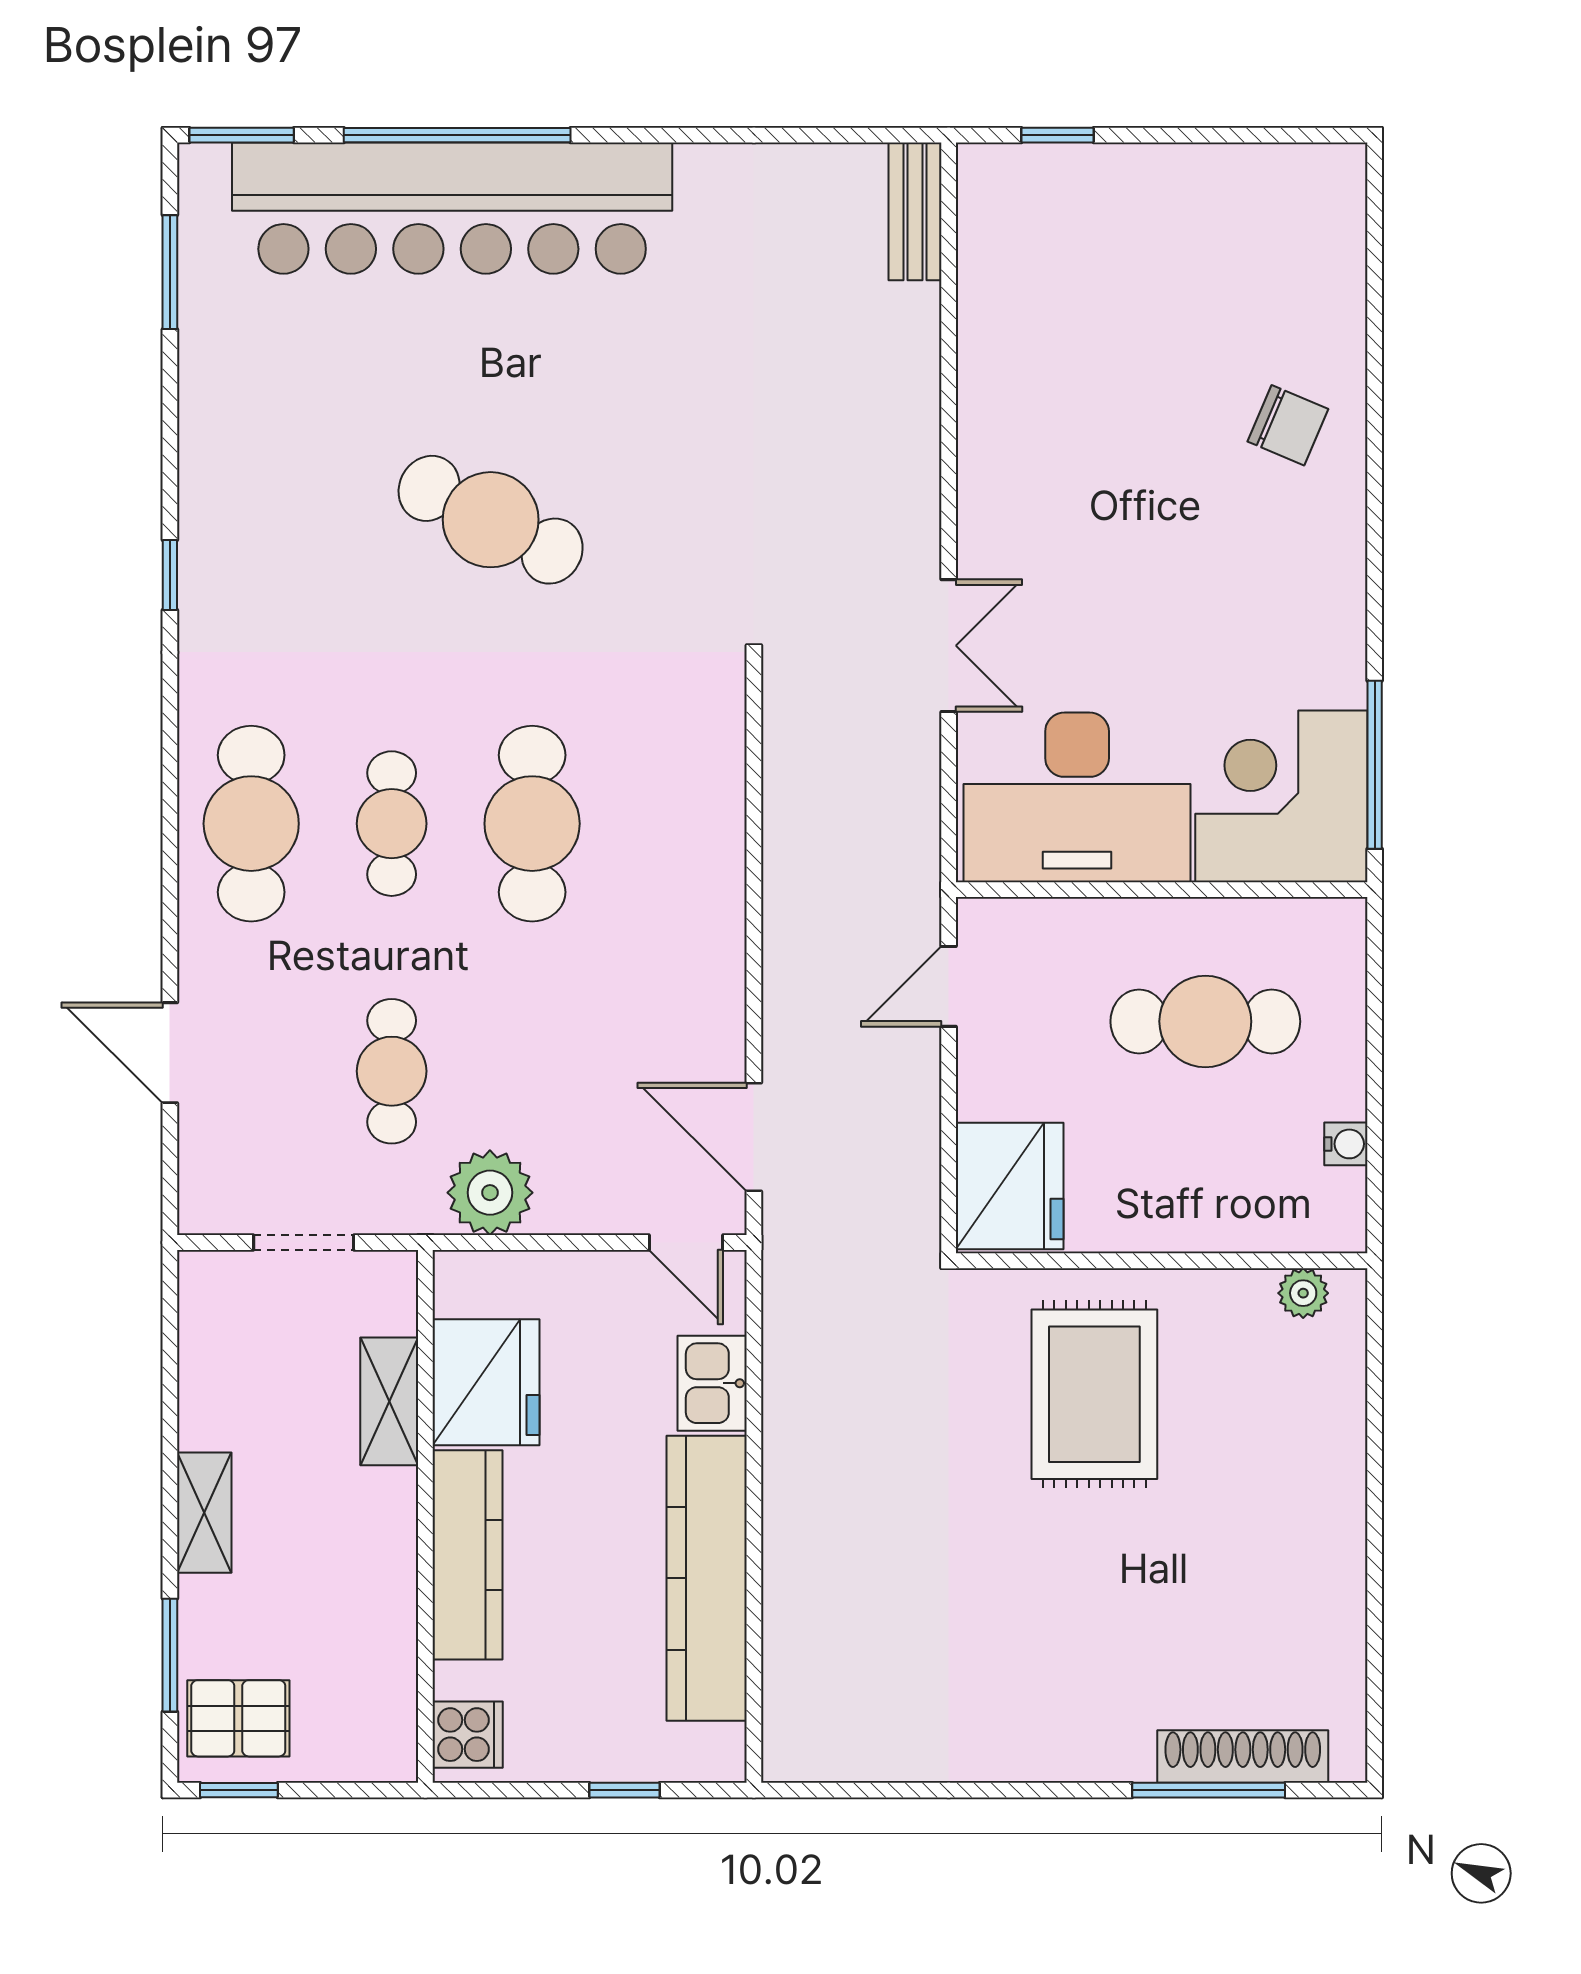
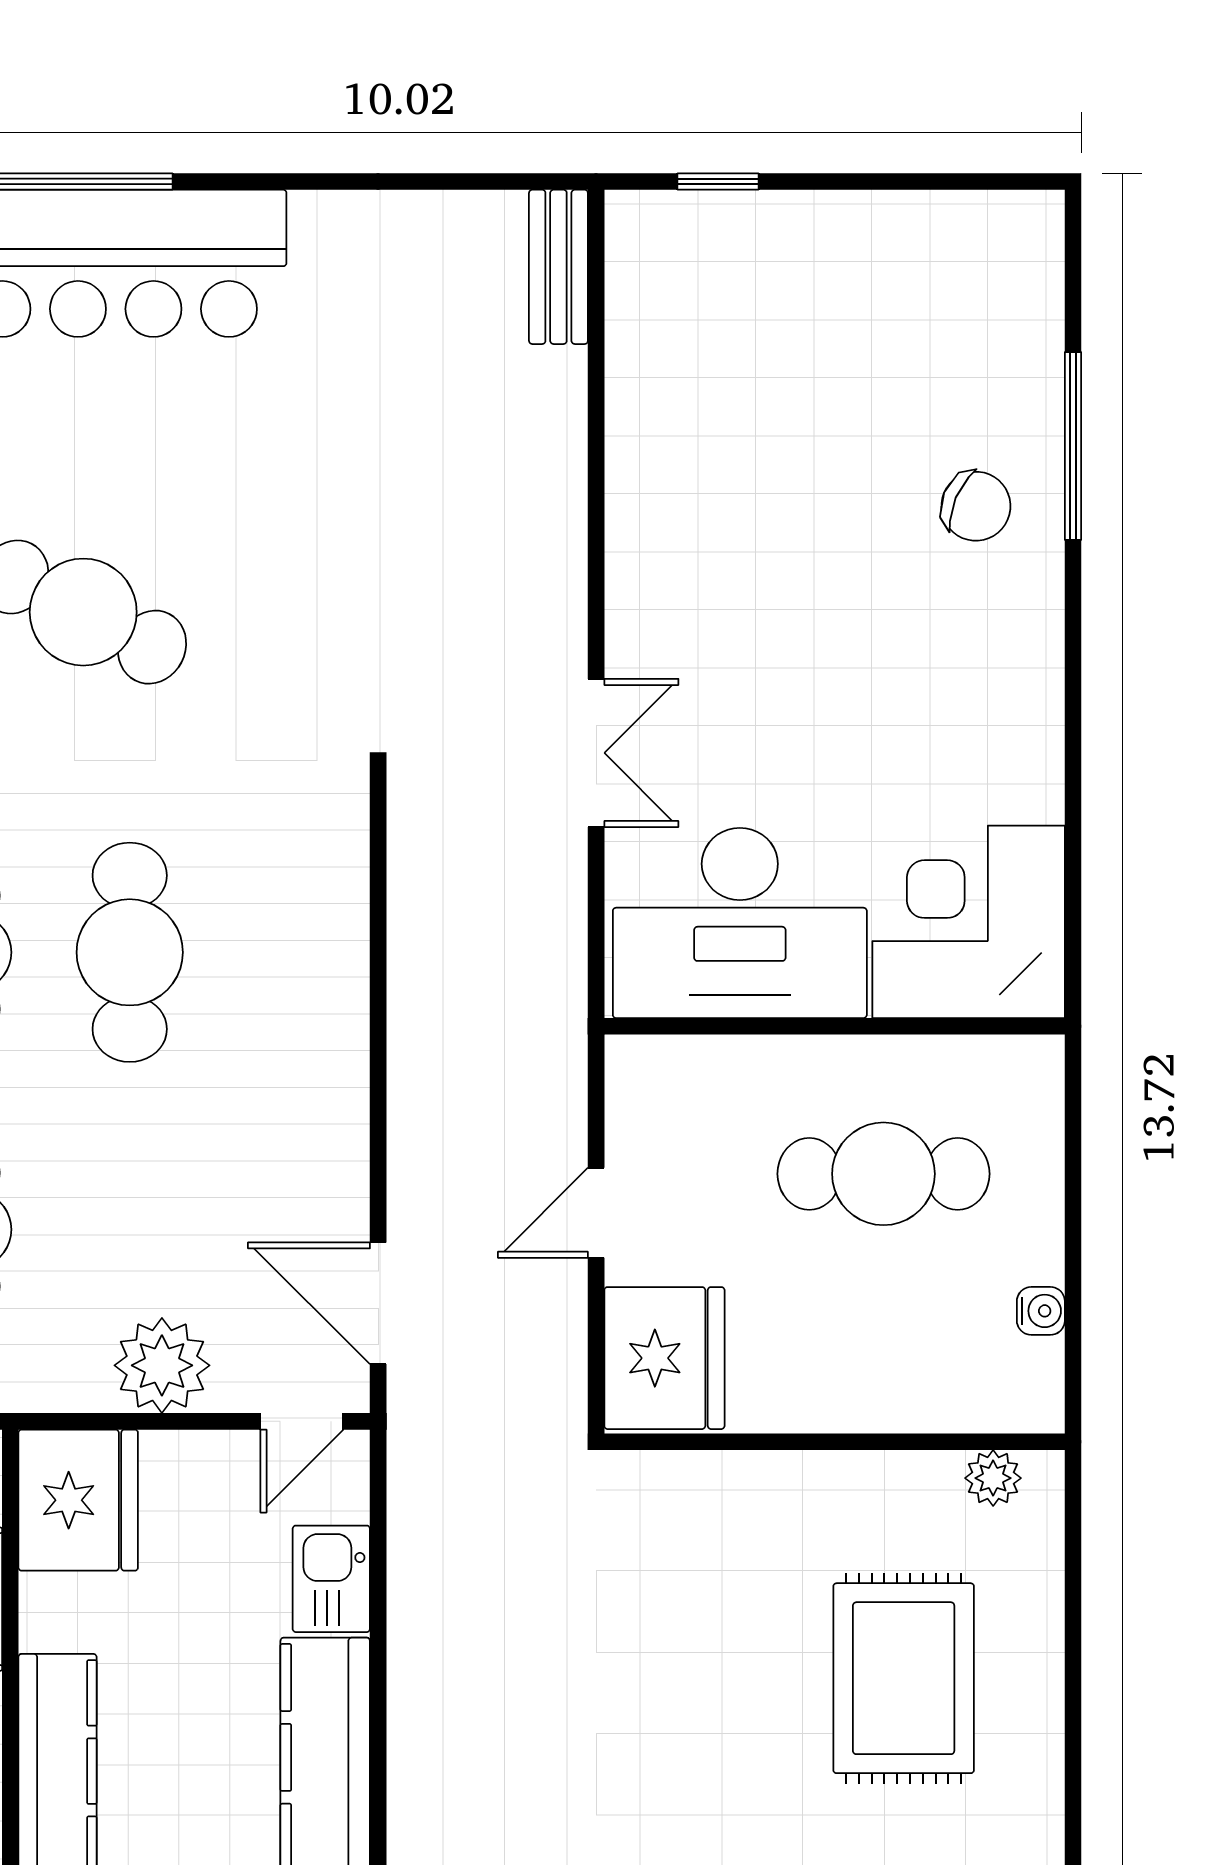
window: (1375, 765) -> (1073, 446), moved
door: (949, 986) -> (596, 1213), moved
plant: (490, 1193) -> (162, 1365), moved
door: (686, 1243) -> (302, 1421), hinge flipped
fridge: (486, 1382) -> (78, 1500), moved
rug: (1094, 1394) -> (904, 1678), moved

